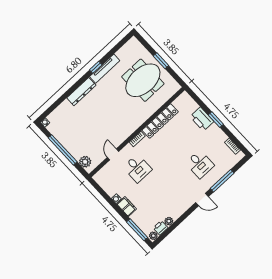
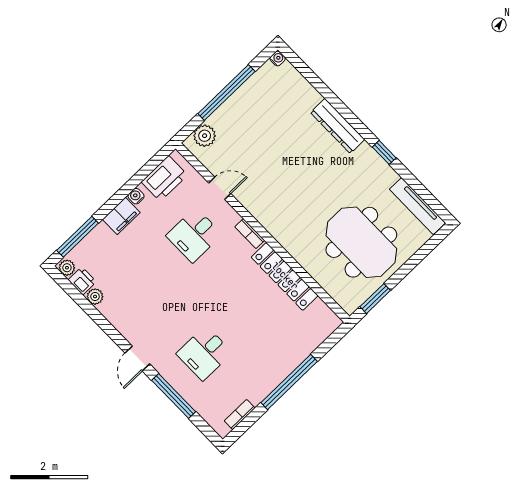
window: (161, 61) -> (375, 299), moved
tv unit: (105, 69) -> (417, 206), moved
printer: (202, 119) -> (164, 178), moved, turned 180
window: (216, 120) -> (289, 382), width x2.11

